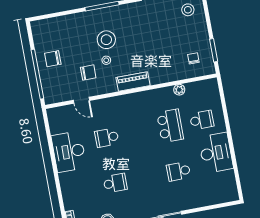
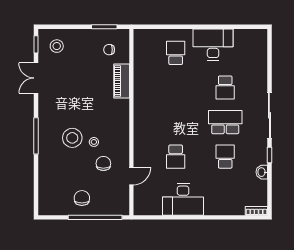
chair: (53, 59) -> (82, 198), turned 180
piano: (133, 82) -> (122, 81), moved
plant: (179, 90) -> (139, 71), removed
school desk: (170, 126) -> (225, 122), moved

